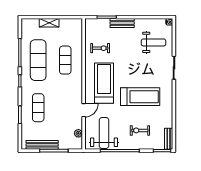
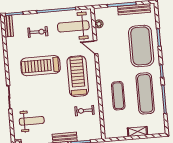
weight bench: (154, 42) -> (32, 121), turned 180
treadmill: (104, 83) -> (78, 76), turned 180
exercise mat: (38, 108) -> (141, 46), width x2.00, depth x1.45
door: (84, 110) -> (96, 47), hinge flipped
weight bench: (104, 133) -> (73, 26), turned 90

